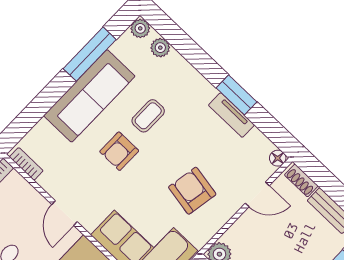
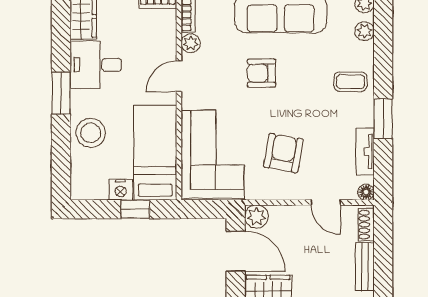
tv unit: (231, 115) -> (365, 151), moved
coffee table: (148, 116) -> (350, 82), moved
plant: (49, 182) -> (191, 43), added

